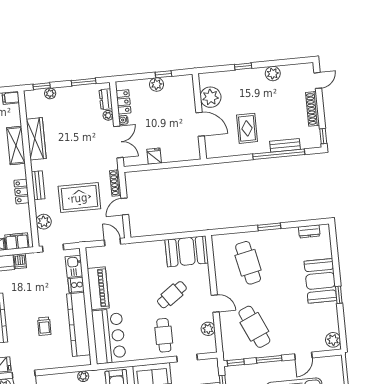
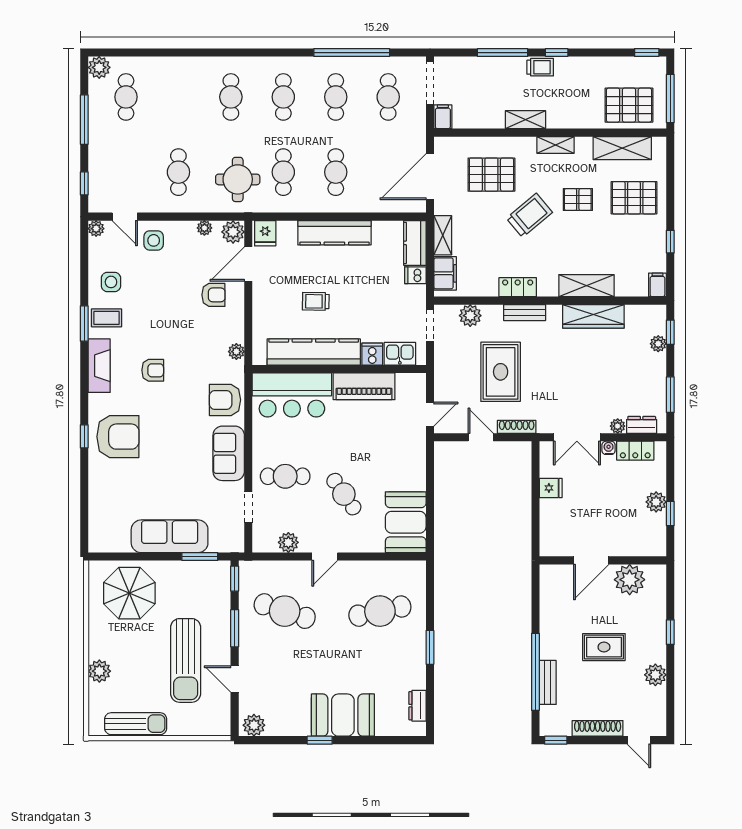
rug: (247, 128) -> (604, 647), moved
cafe table: (254, 327) -> (285, 611), turned 42

